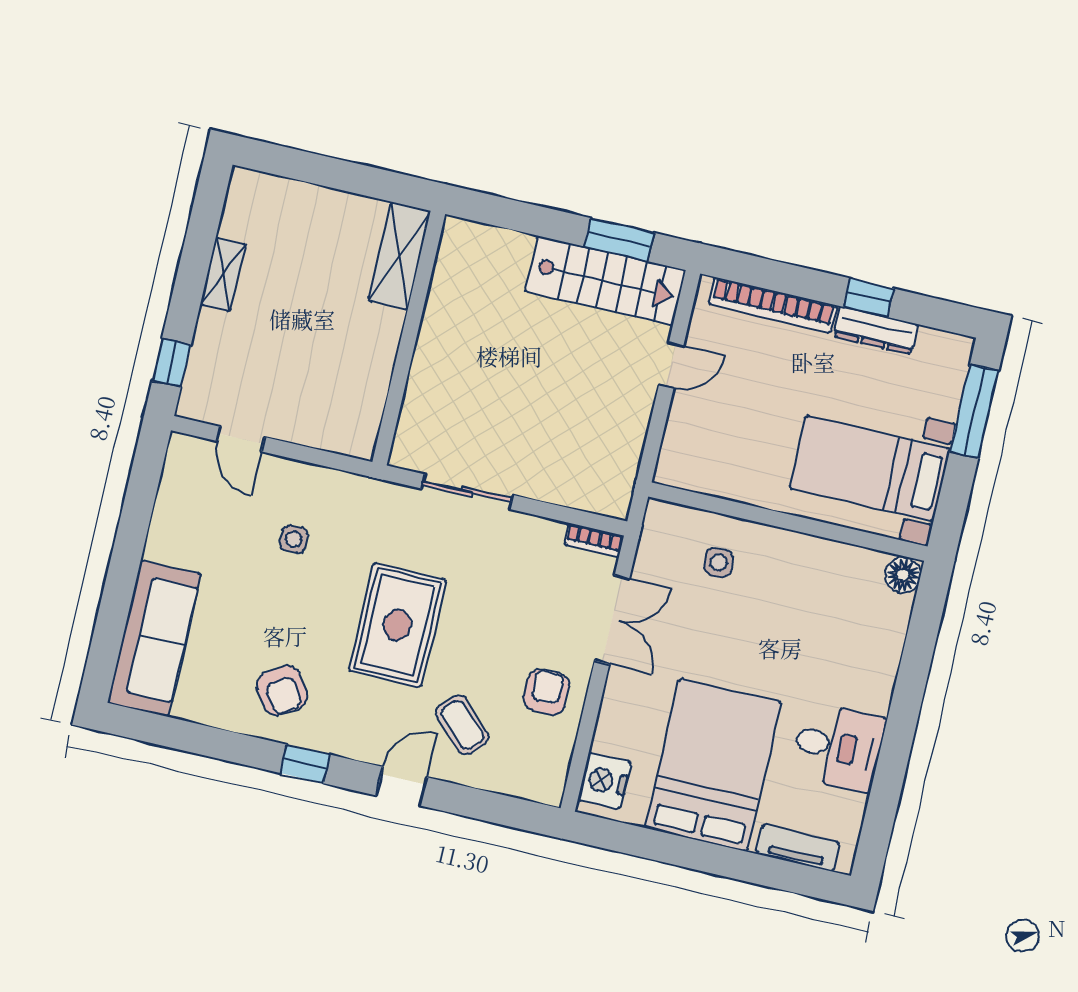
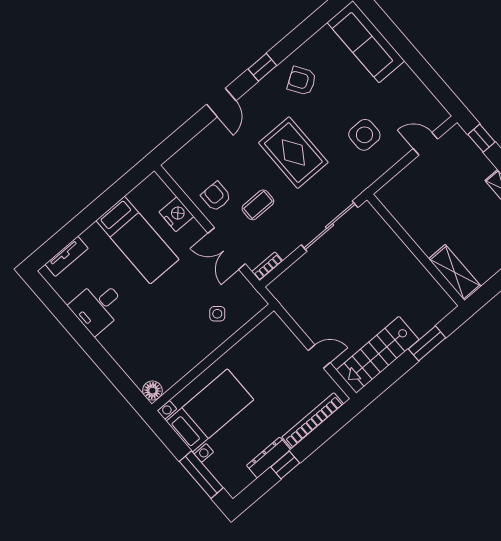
window: (619, 240) -> (427, 343), moved
door: (671, 365) -> (319, 357), swing flipped
sliding door: (467, 492) -> (330, 226), width x1.37
side table: (294, 539) -> (364, 135), width x1.87, depth x1.87
side table: (719, 562) -> (217, 314), turned 45
armchair: (546, 692) -> (216, 196), turned 180
coffee table: (462, 725) -> (258, 205), moved, turned -44
bed: (713, 765) -> (137, 240), width x0.67
nightstand: (604, 781) -> (176, 214), moved

